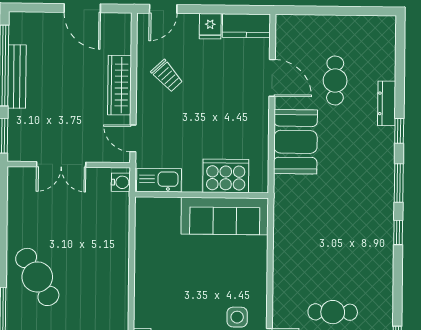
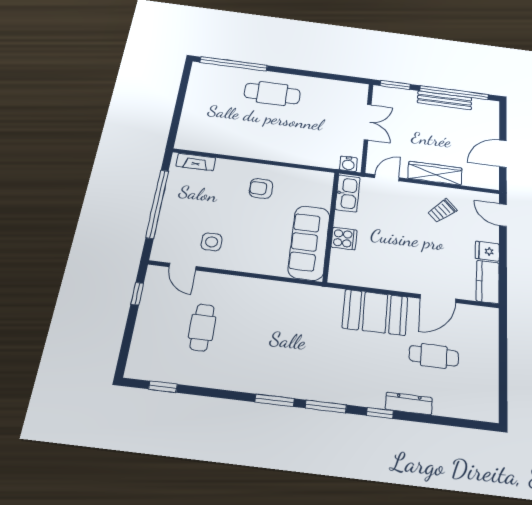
double door: (61, 164) -> (368, 122), swing flipped
cooker: (226, 176) -> (344, 239), width x0.53, depth x0.76
window: (398, 232) -> (275, 400), width x1.50
armchair: (166, 274) -> (261, 188), added
cafe table: (37, 277) -> (272, 93), turned 31

